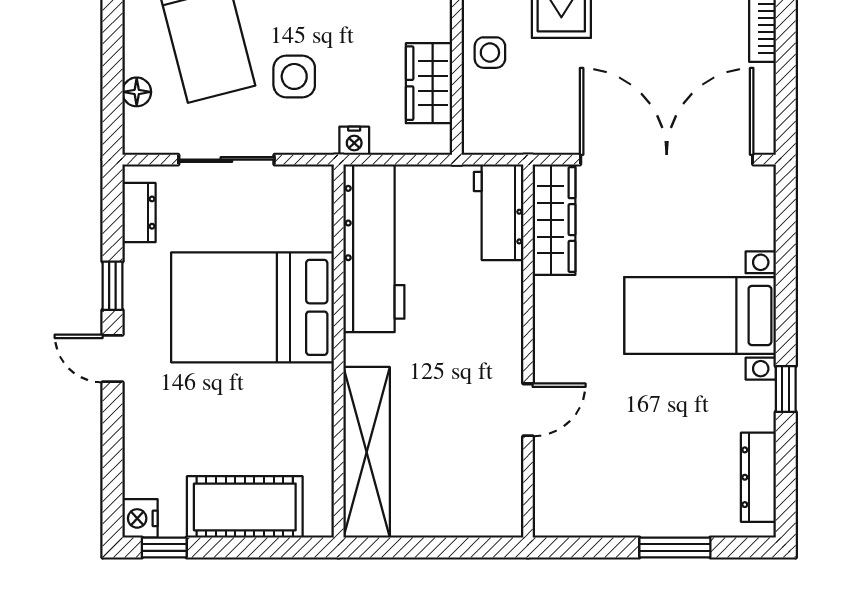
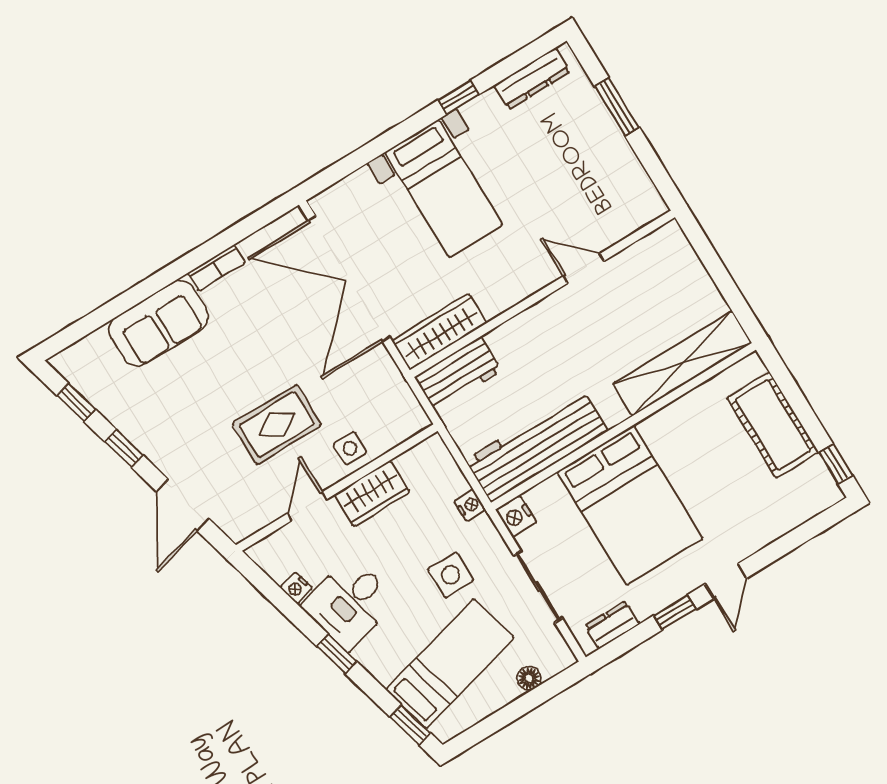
wardrobe: (429, 83) -> (372, 493), moved
nightstand: (140, 518) -> (516, 517), moved, turned 90

